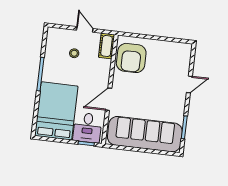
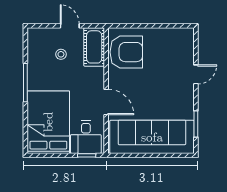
cot: (107, 46) -> (94, 47), width x1.37, depth x1.34
armchair: (131, 58) -> (126, 52), turned -90
door: (109, 99) -> (106, 102), swing flipped

